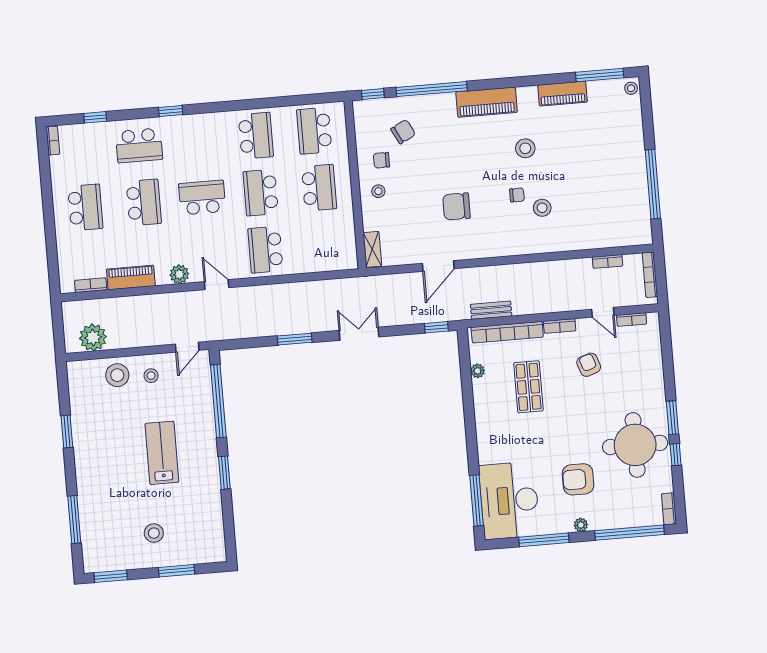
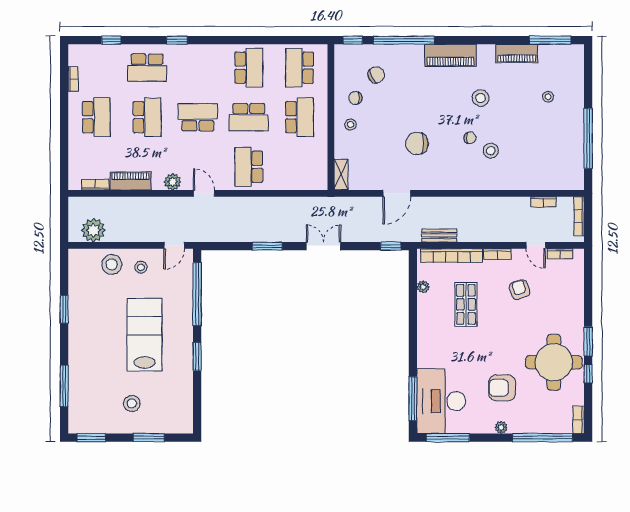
stool: (631, 88) -> (548, 97), moved
bookcase: (53, 141) -> (73, 79), moved
school desk: (261, 193) -> (249, 117), turned -90
lab bench: (162, 453) -> (145, 335), width x1.36, depth x1.39
window: (544, 540) -> (448, 438), moved

